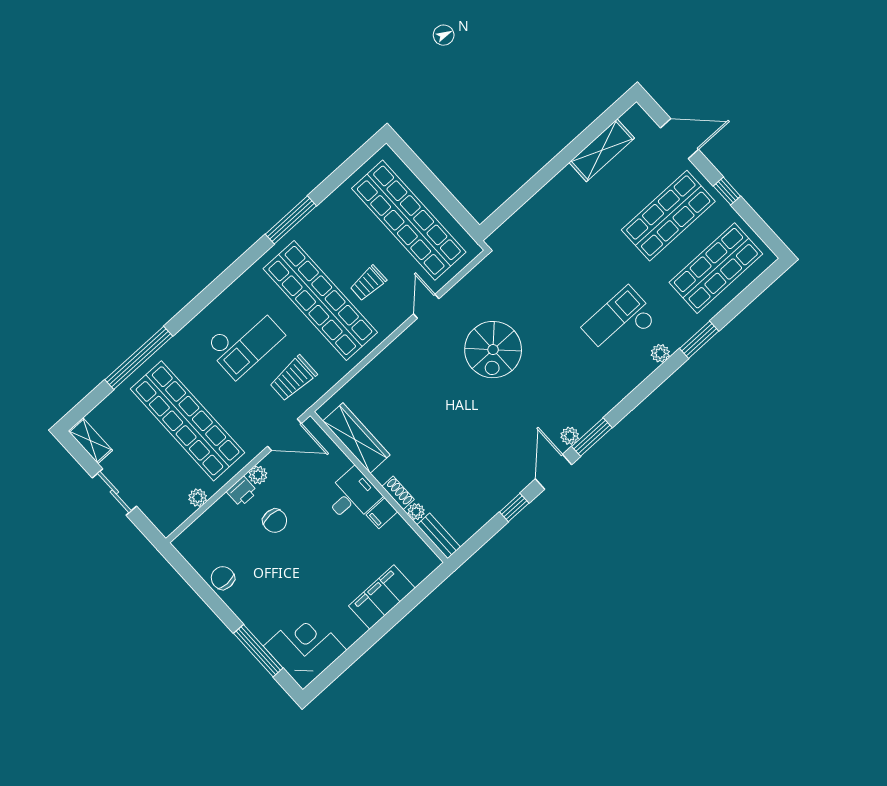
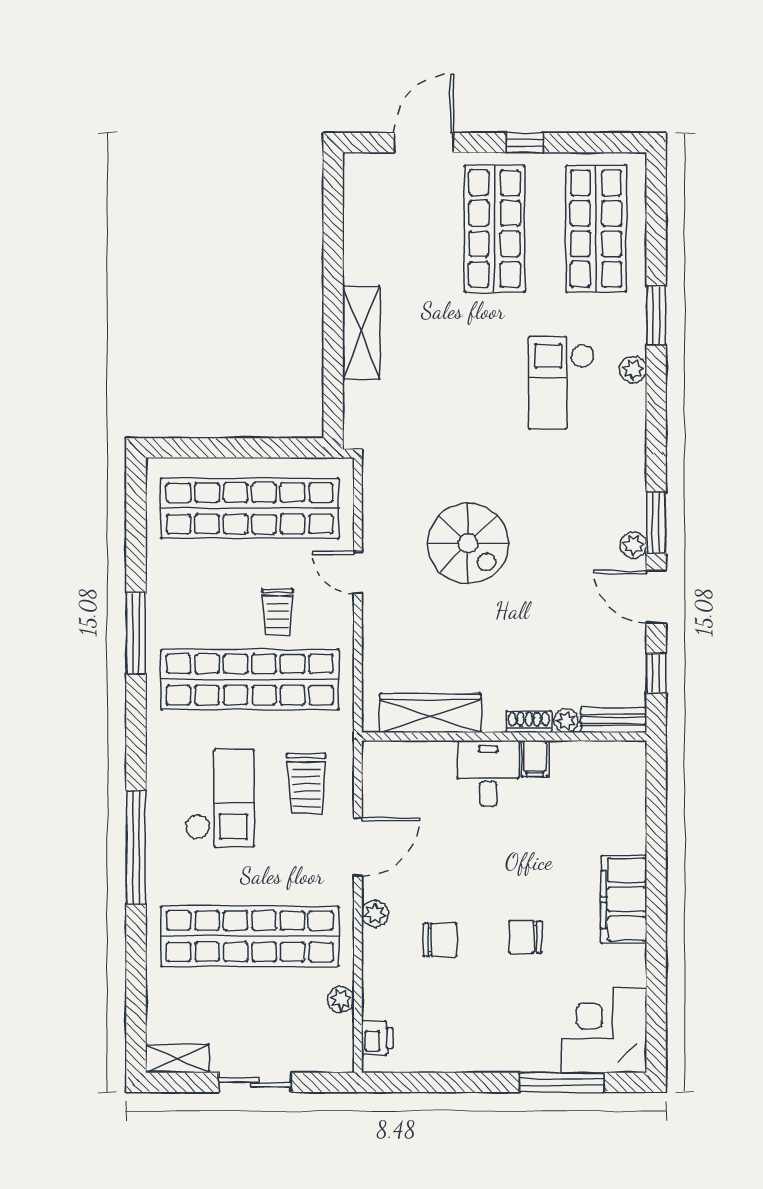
shelving: (602, 150) -> (361, 333), moved
window: (139, 358) -> (136, 847), moved
wardrobe: (356, 438) -> (430, 713), moved
wall: (379, 487) -> (504, 736), moved
printer: (242, 492) -> (377, 1038), moved
shoe rack: (398, 493) -> (529, 722), moved
desk: (352, 496) -> (488, 773), moved
plant: (416, 512) -> (566, 721), moved
filing cabinet: (382, 513) -> (535, 759), moved
bench: (439, 536) -> (614, 720), moved
chair: (223, 578) -> (526, 937), moved

